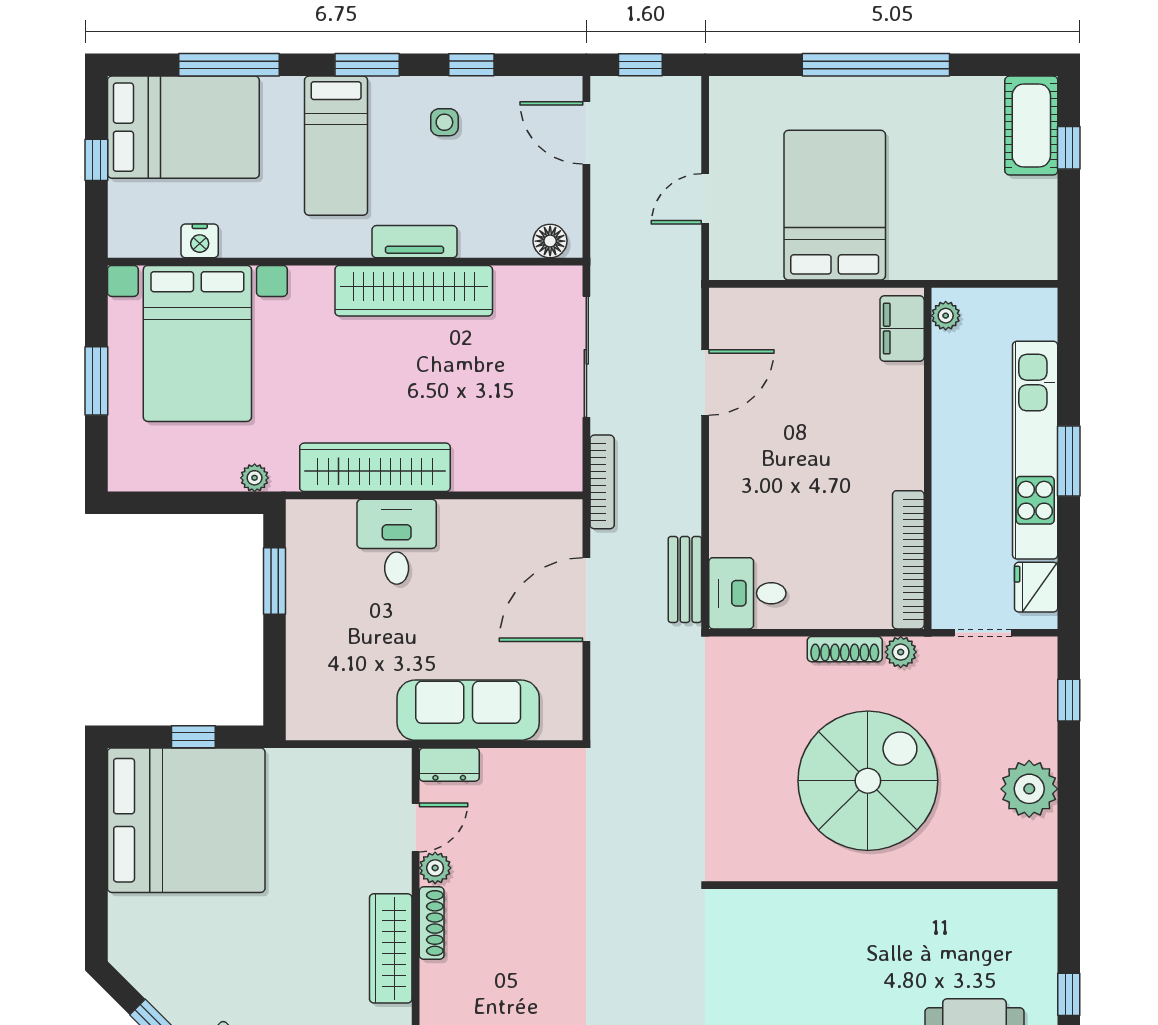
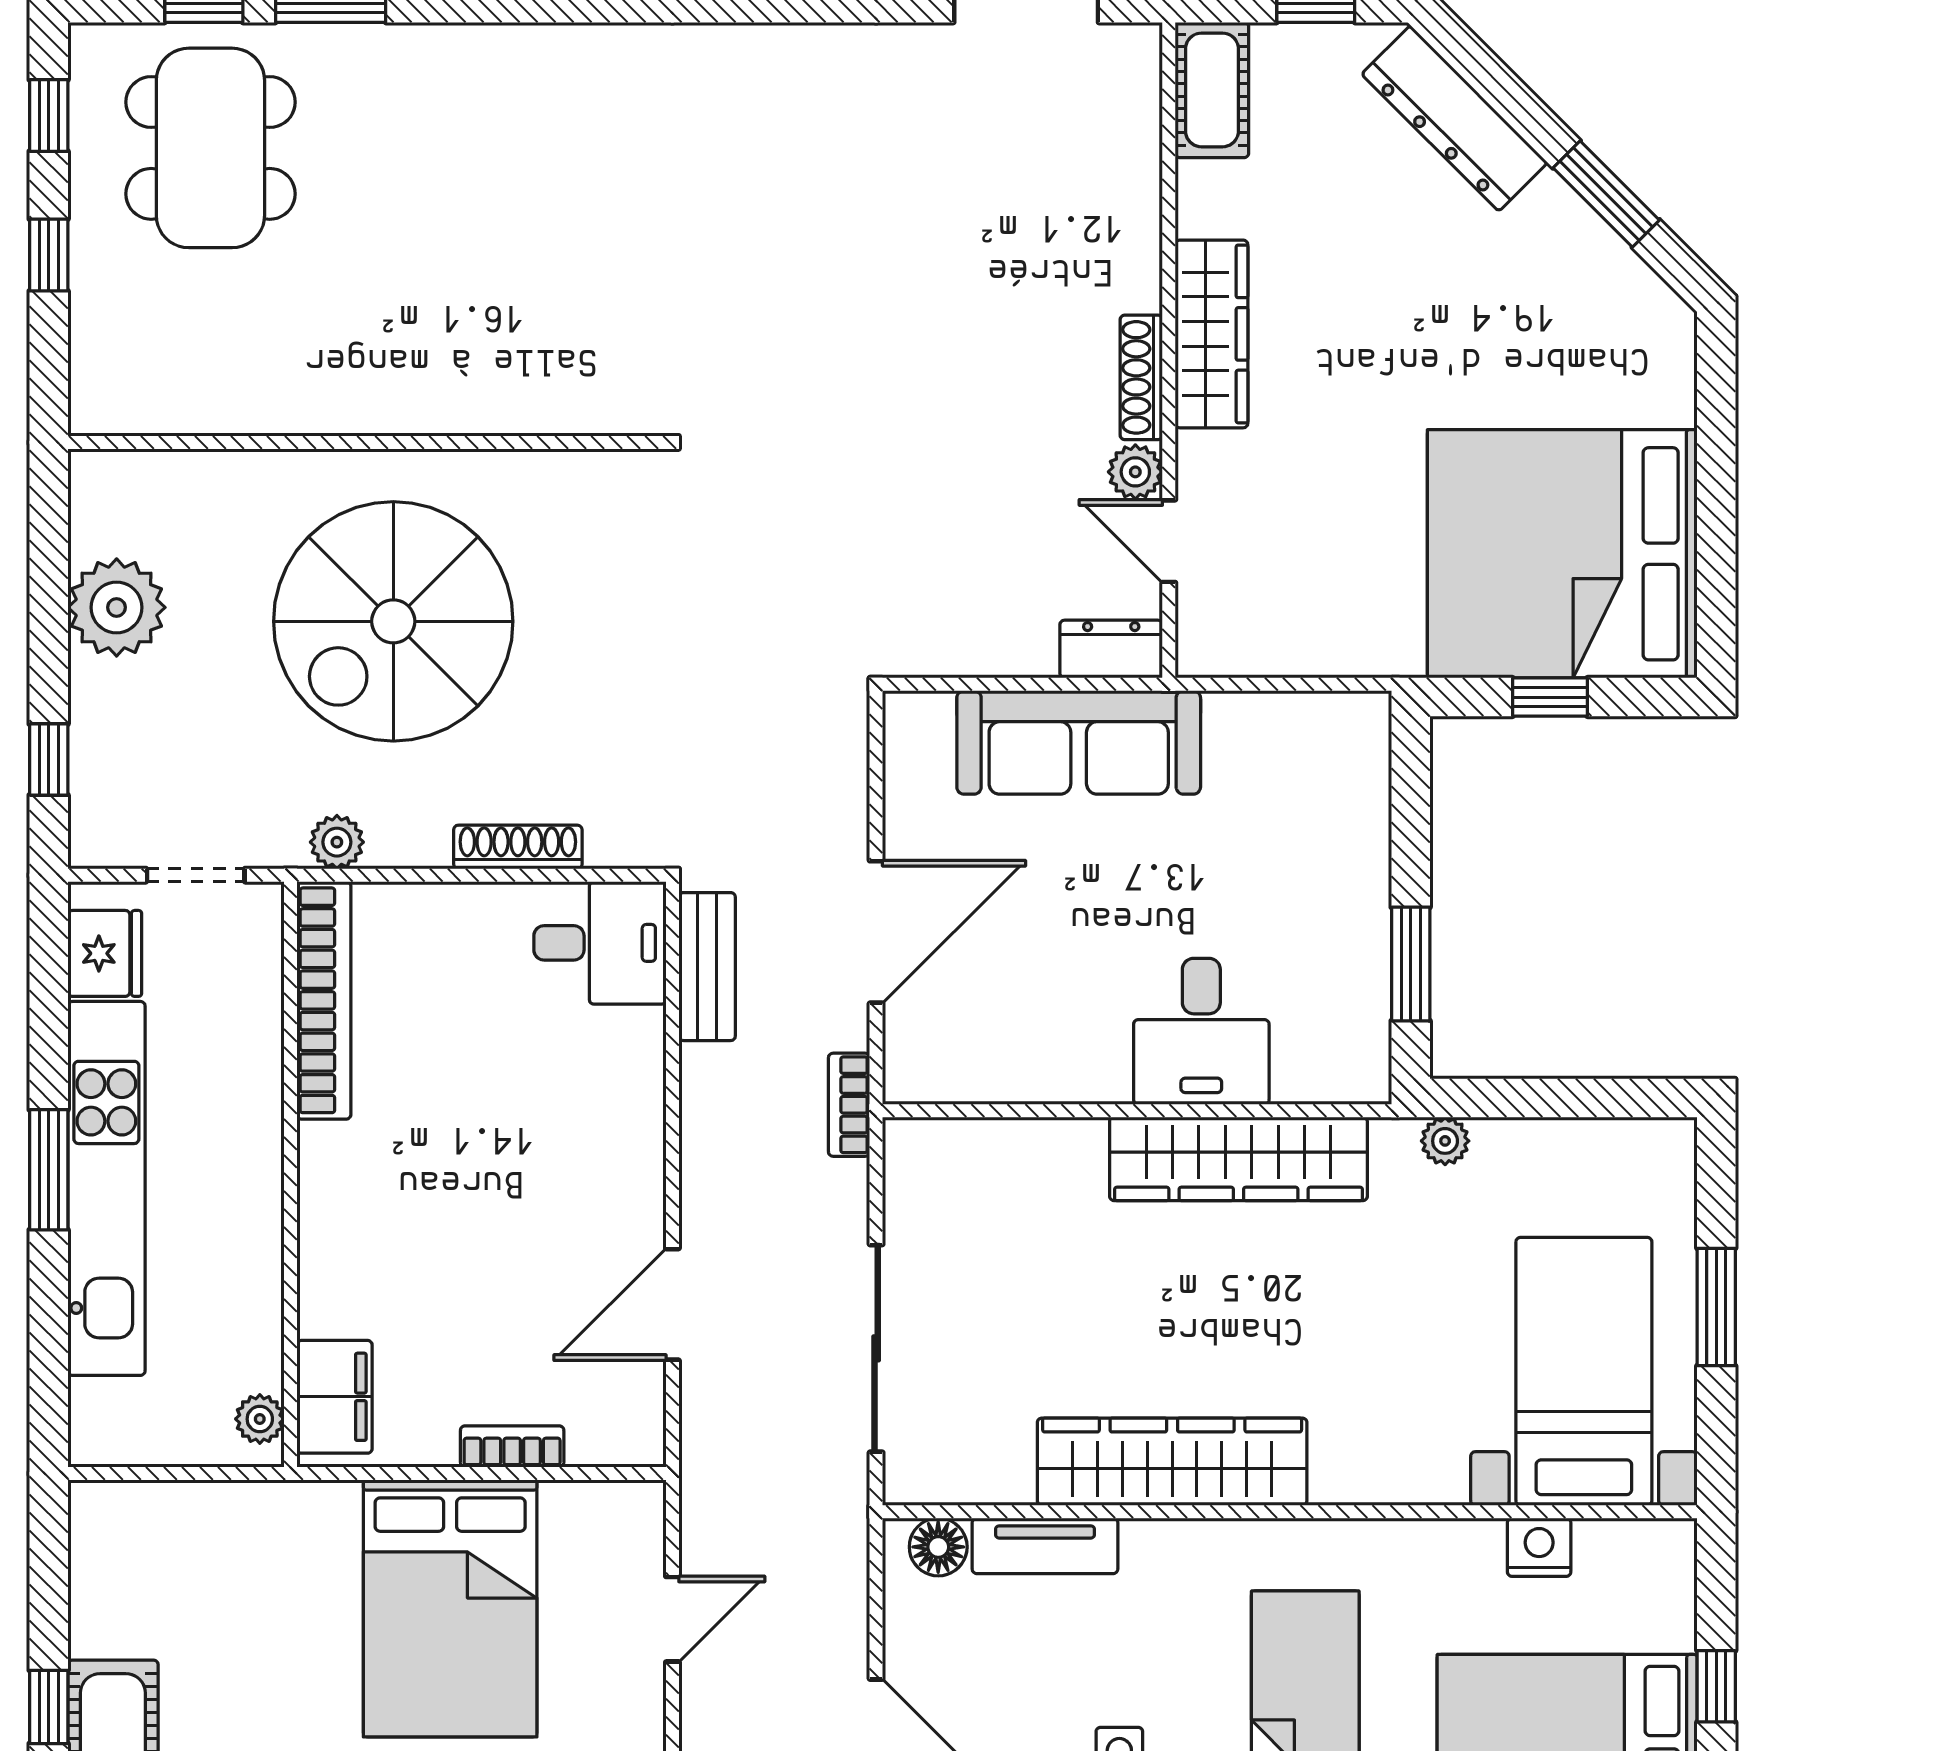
tv unit: (414, 242) -> (1045, 1546), moved
bookcase: (799, 300) -> (512, 1446), added
bed with nightstands: (197, 343) -> (1584, 1371), width x0.73
bookcase: (602, 482) -> (849, 1105), width x0.64
shoe rack: (845, 649) -> (518, 847), moved
door: (416, 828) -> (1169, 541), hinge flipped

